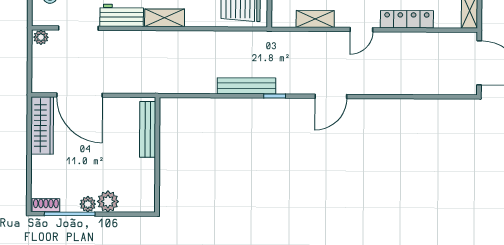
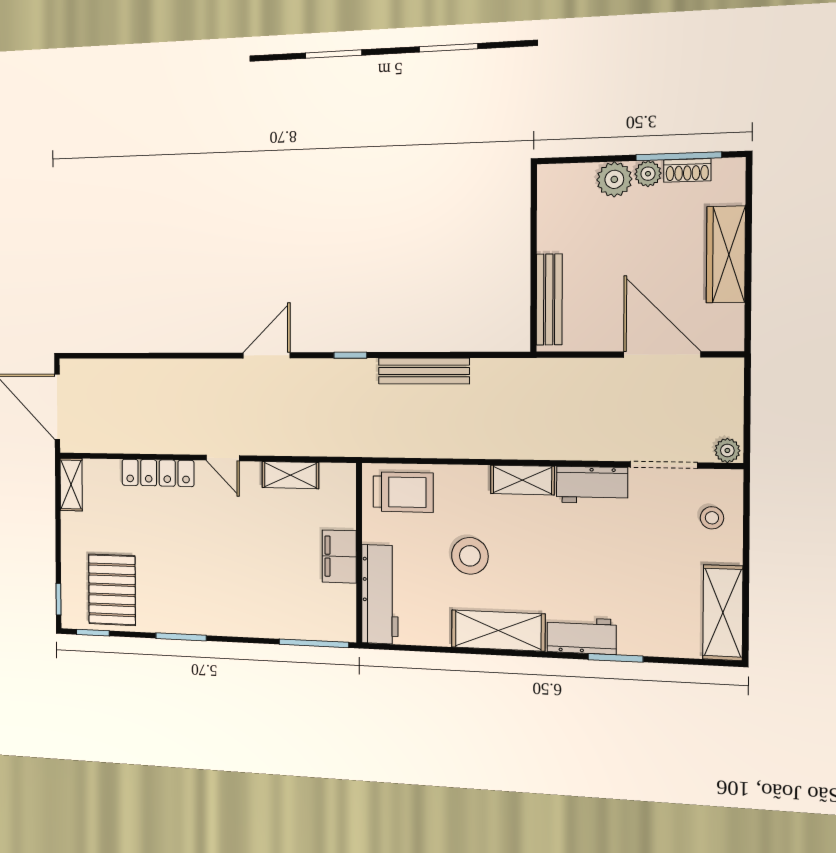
door: (361, 30) -> (223, 458), swing flipped
bench: (246, 86) -> (424, 371), moved
wardrobe: (42, 125) -> (726, 254), moved
shoe rack: (46, 205) -> (687, 170), moved

